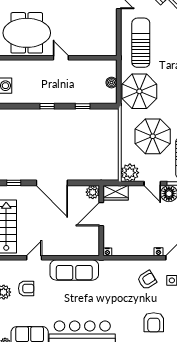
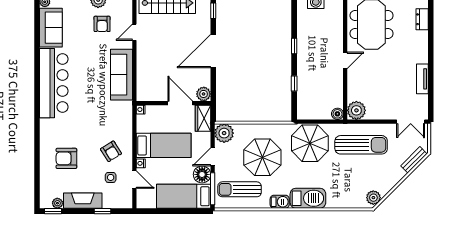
plant: (108, 47) -> (356, 110), added
boiler: (111, 83) -> (337, 114), moved
bed: (141, 230) -> (164, 145), added
door: (34, 258) -> (134, 32), swing flipped

